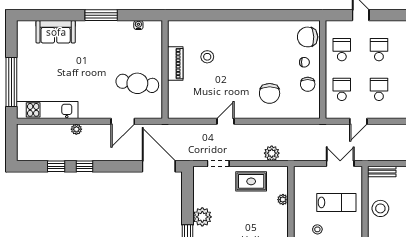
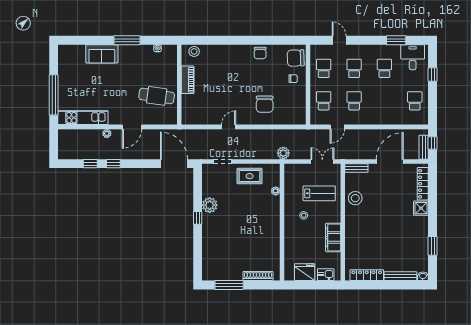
sofa: (56, 32) -> (102, 54), moved
stool: (207, 57) -> (194, 51), moved
chair: (308, 84) -> (260, 53), moved
door: (123, 121) -> (132, 127), moved
plant: (272, 153) -> (283, 153), moved

